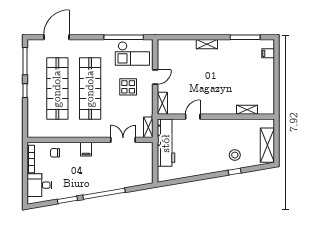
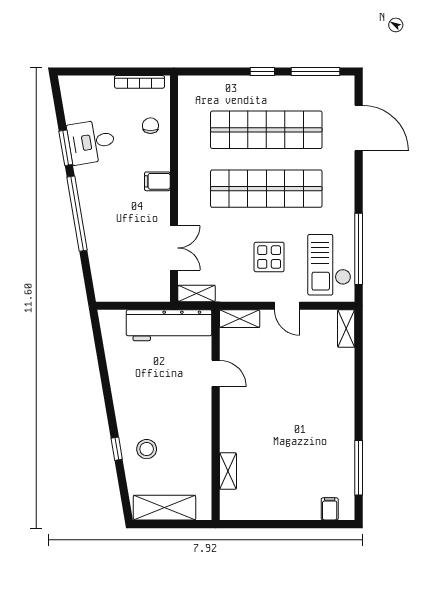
shelving: (207, 44) -> (346, 329), moved
desk: (40, 185) -> (91, 142), moved, turned -100

